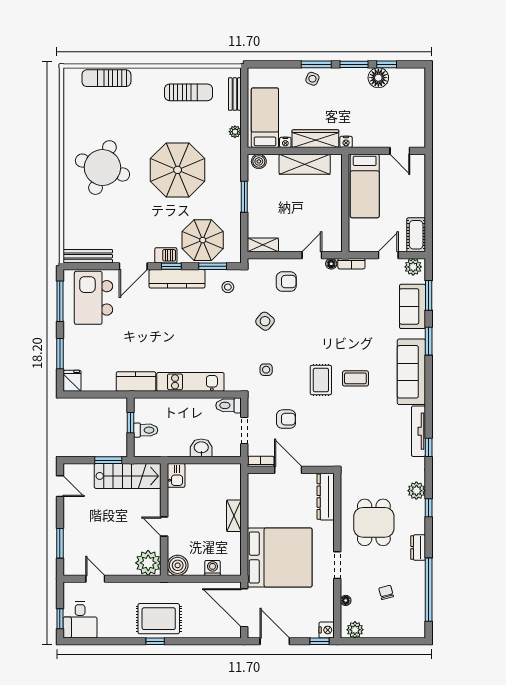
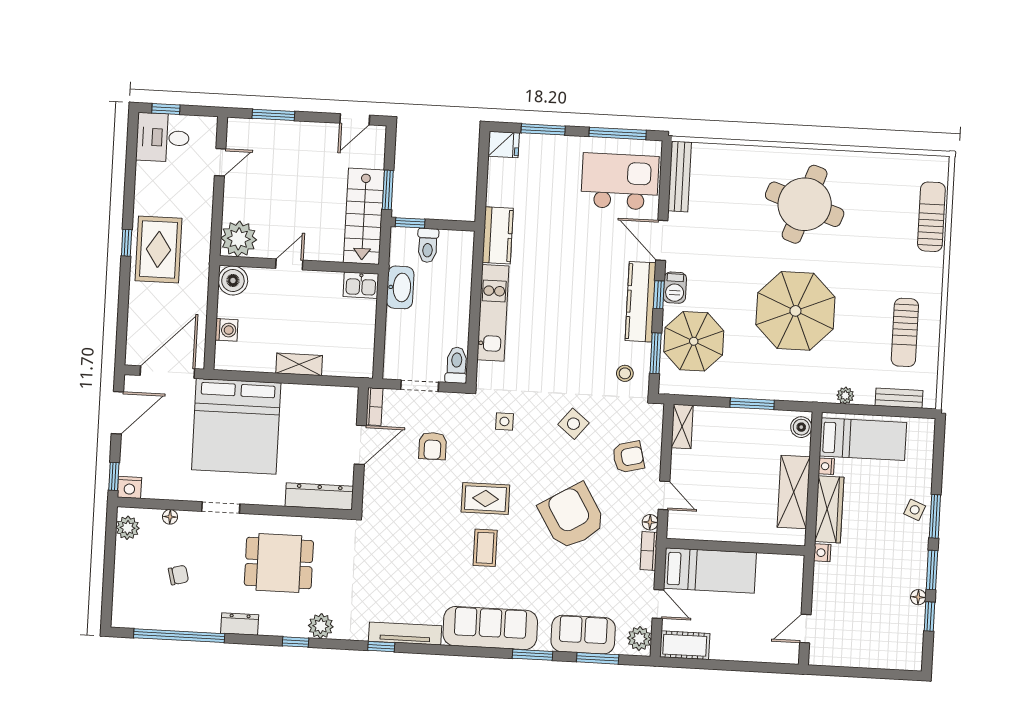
floor lamp: (378, 78) -> (918, 597), width x0.53, depth x0.53
bed: (365, 186) -> (710, 571), moved, turned 180
armchair: (286, 282) -> (628, 457), turned -104
armchair: (330, 319) -> (572, 516), added
window: (130, 423) -> (410, 223), moved
washbasin: (201, 448) -> (400, 287), moved, width x1.38

